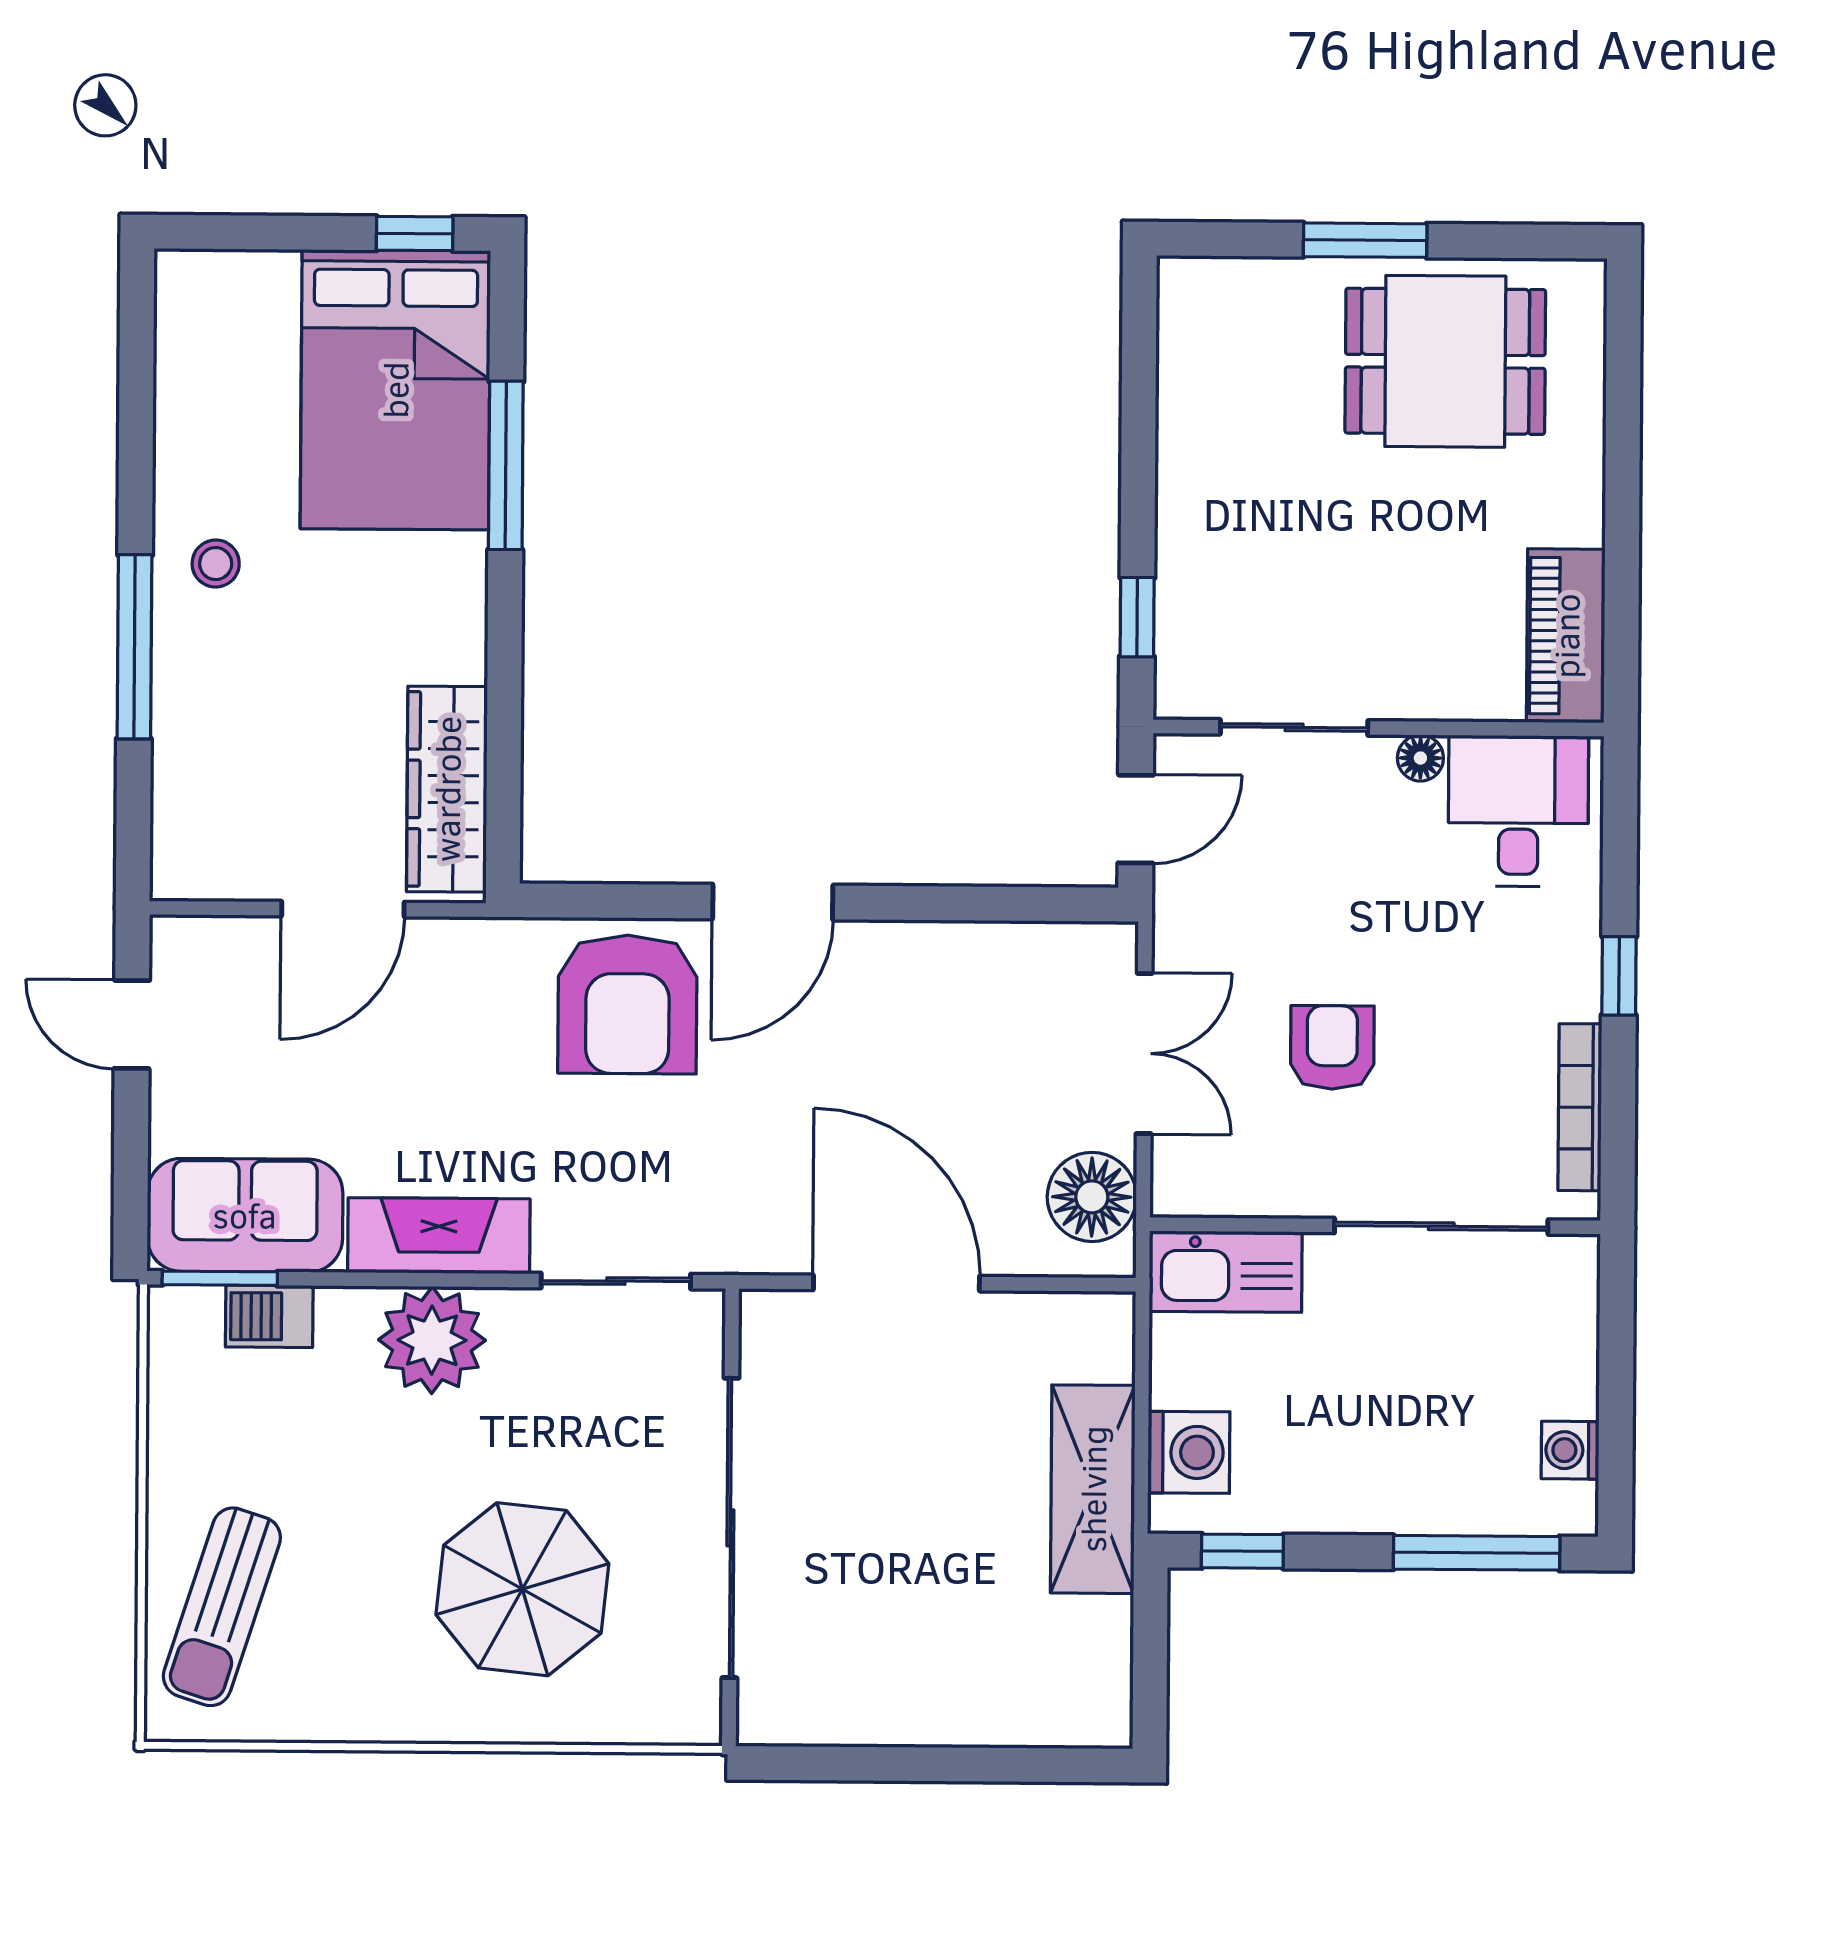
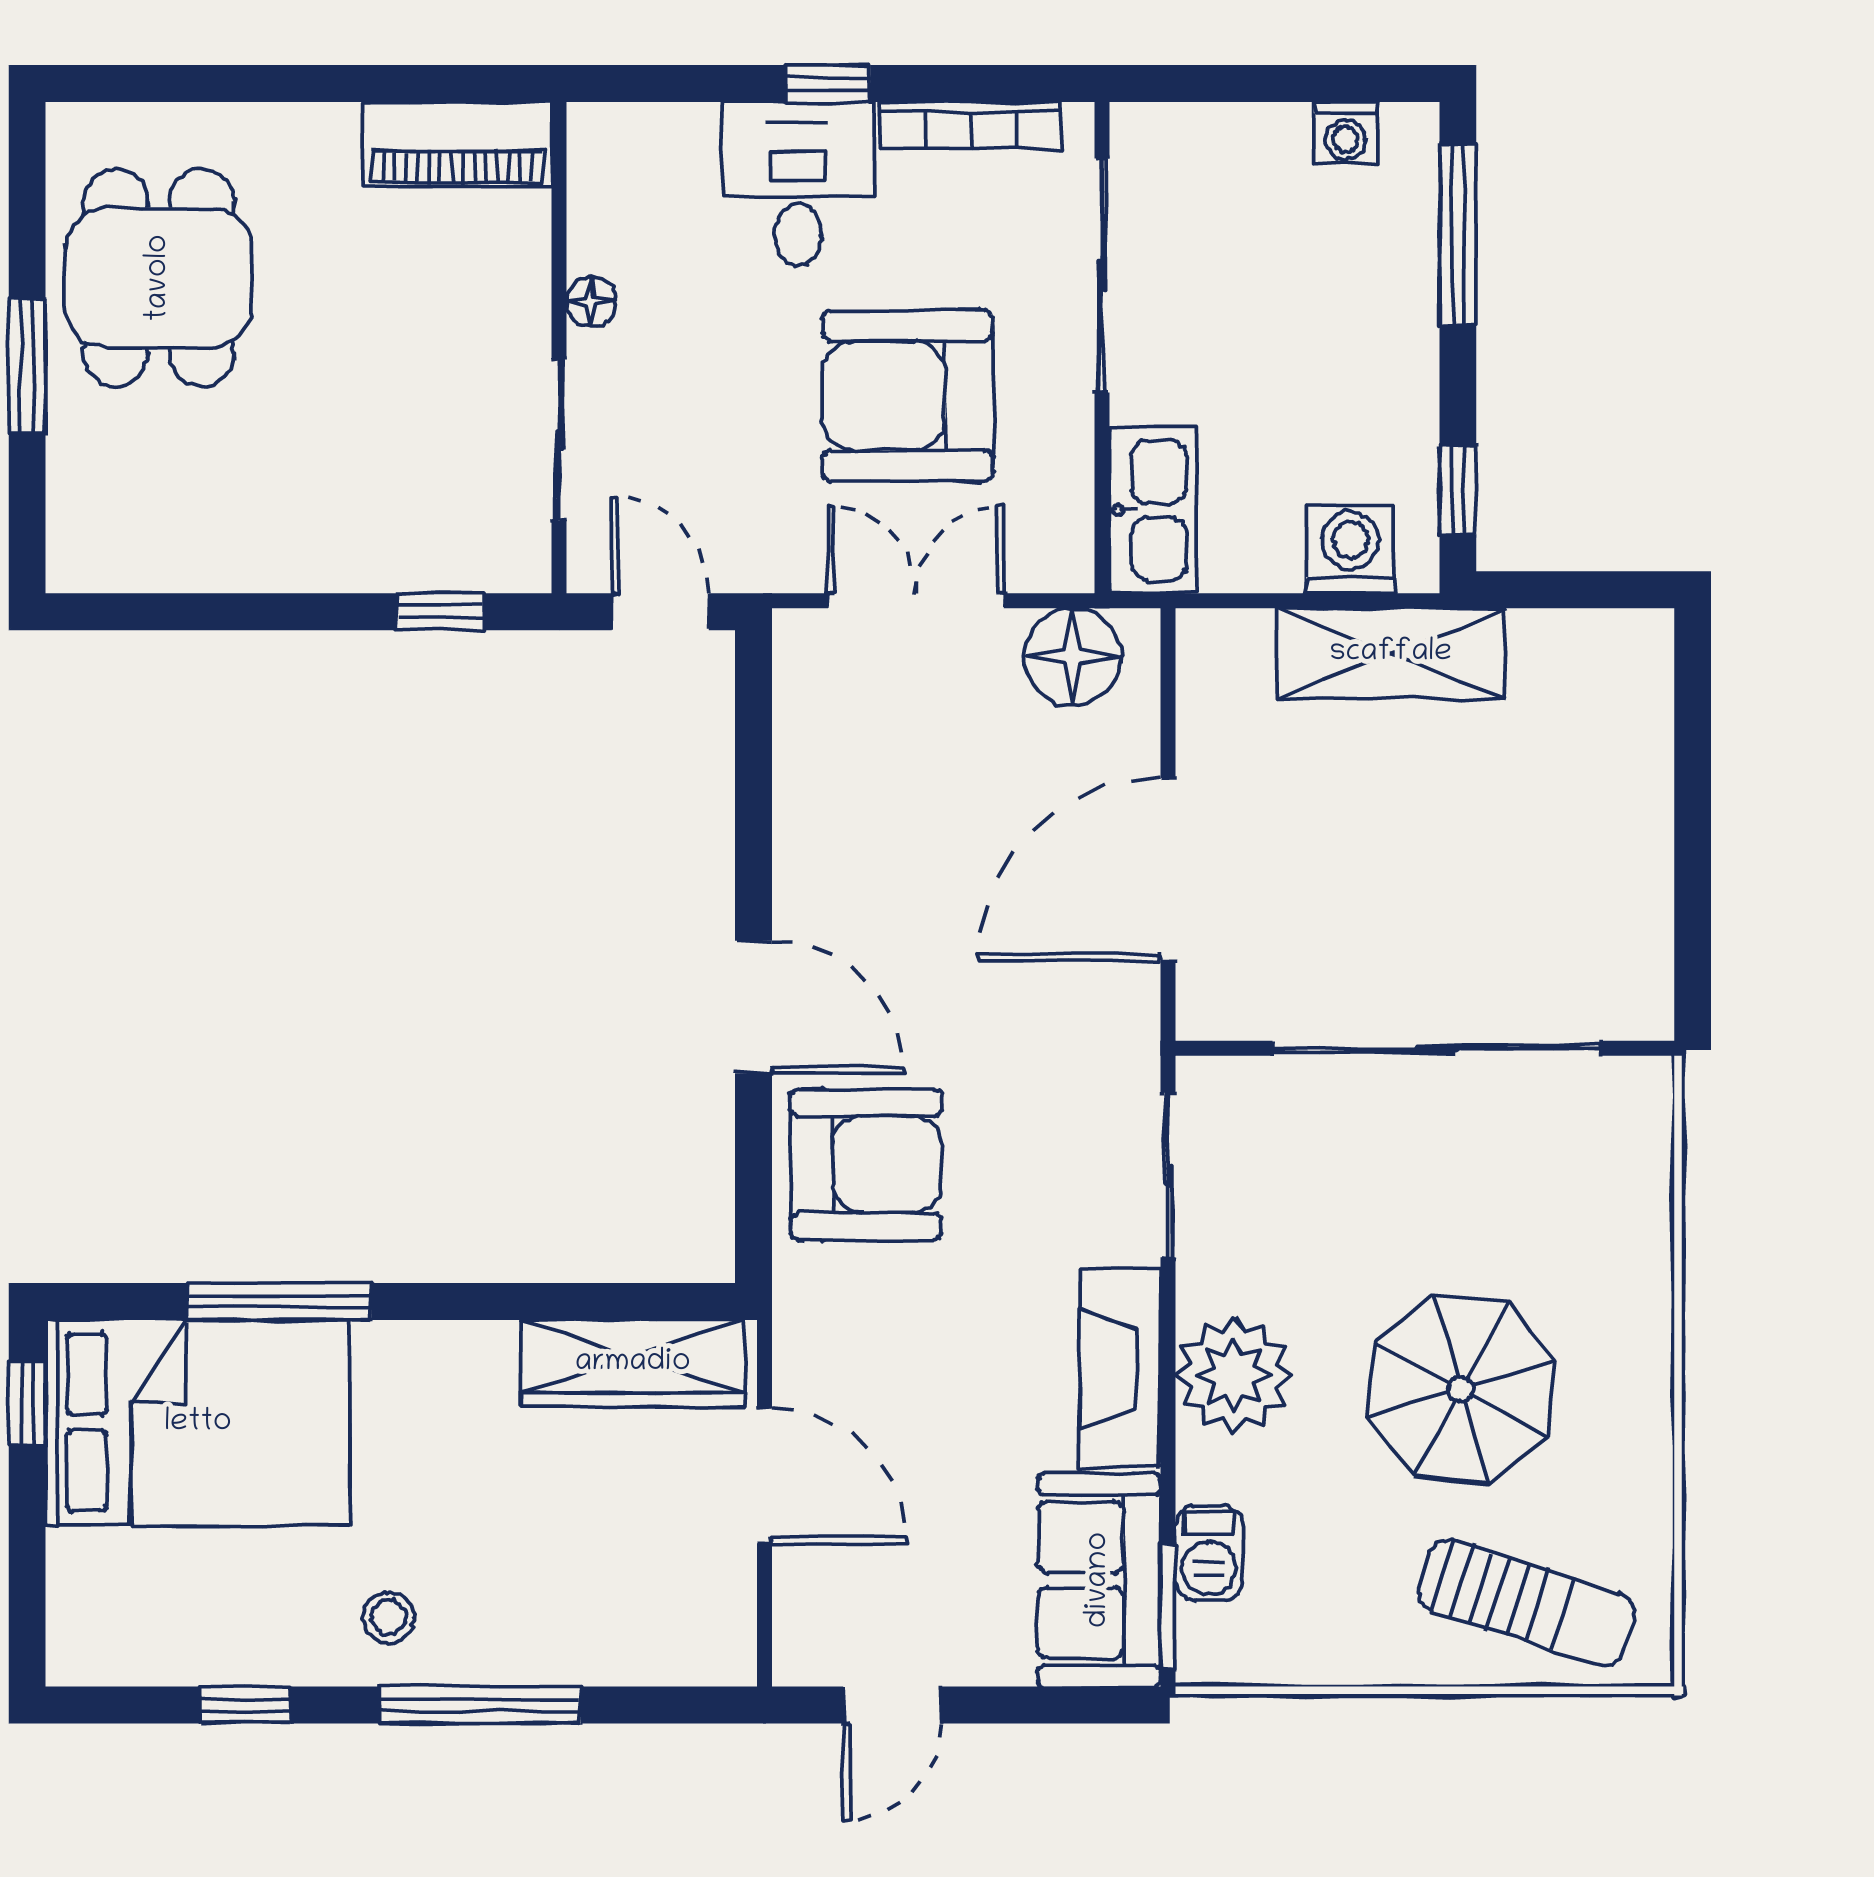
window: (136, 432) -> (245, 1705), added
desk: (1518, 811) -> (798, 184), moved, turned 90
armchair: (1332, 1047) -> (908, 396), width x1.88, depth x1.88
parasol: (522, 1589) -> (1461, 1389), moved

